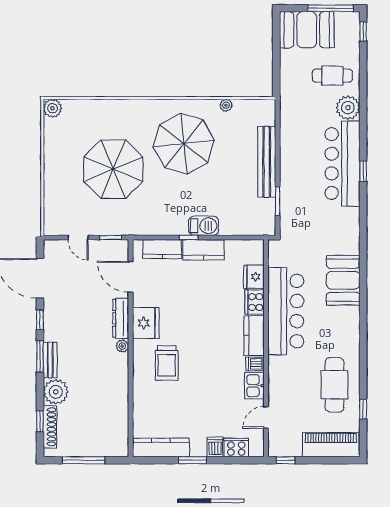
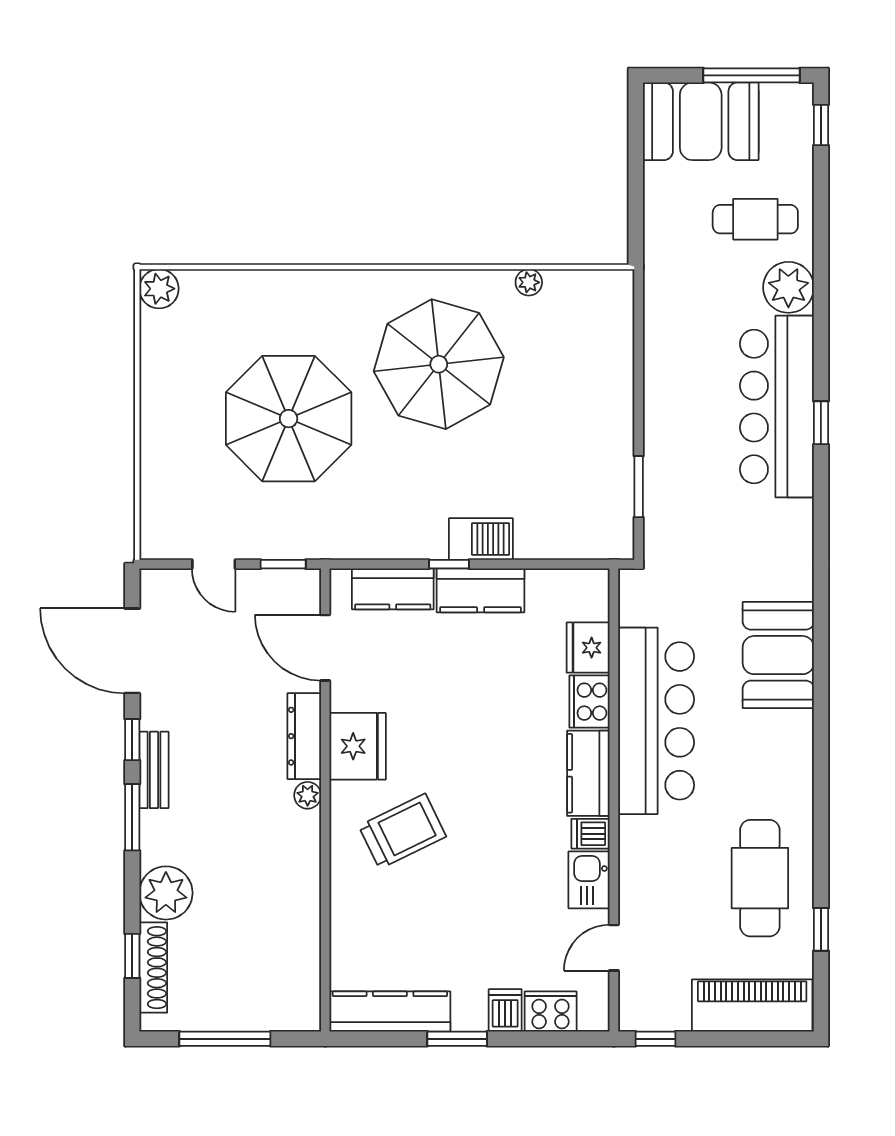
bench: (267, 162) -> (615, 403), removed
bench: (50, 360) -> (154, 770), moved
trolley: (167, 363) -> (402, 831), turned -116

